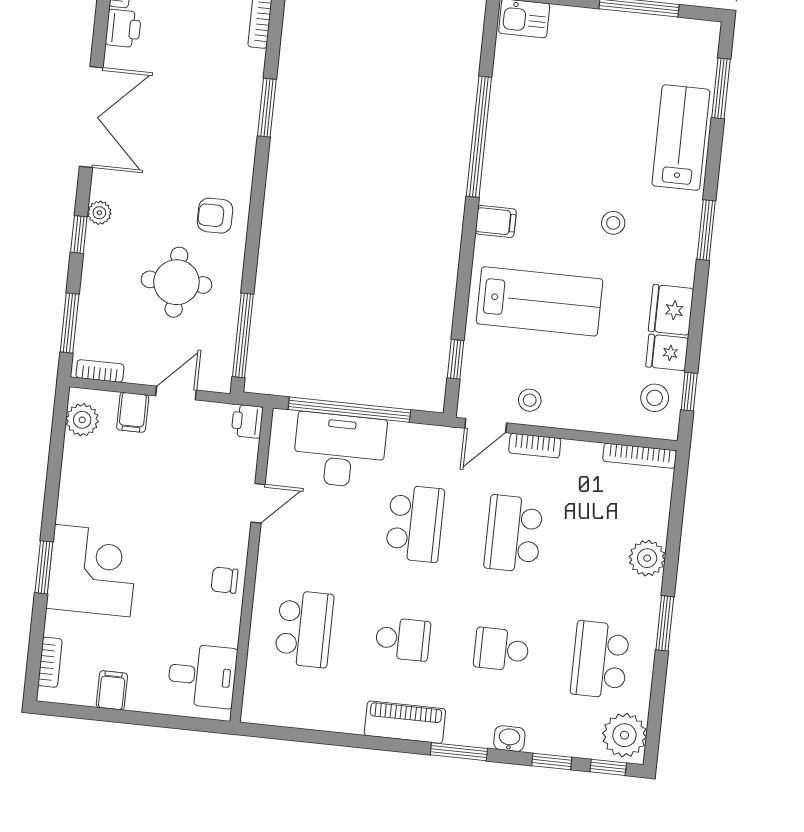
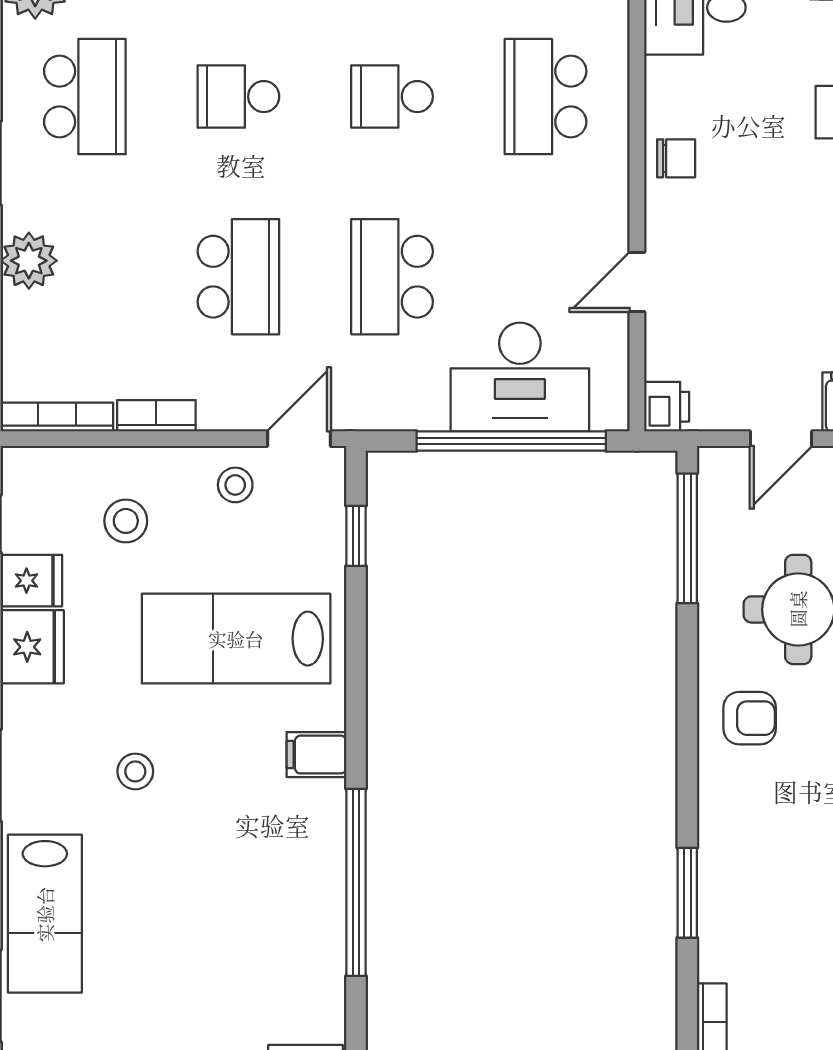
stool: (655, 398) -> (126, 521), moved
bookcase: (535, 446) -> (156, 416), moved
school desk: (501, 649) -> (238, 97), turned 180

